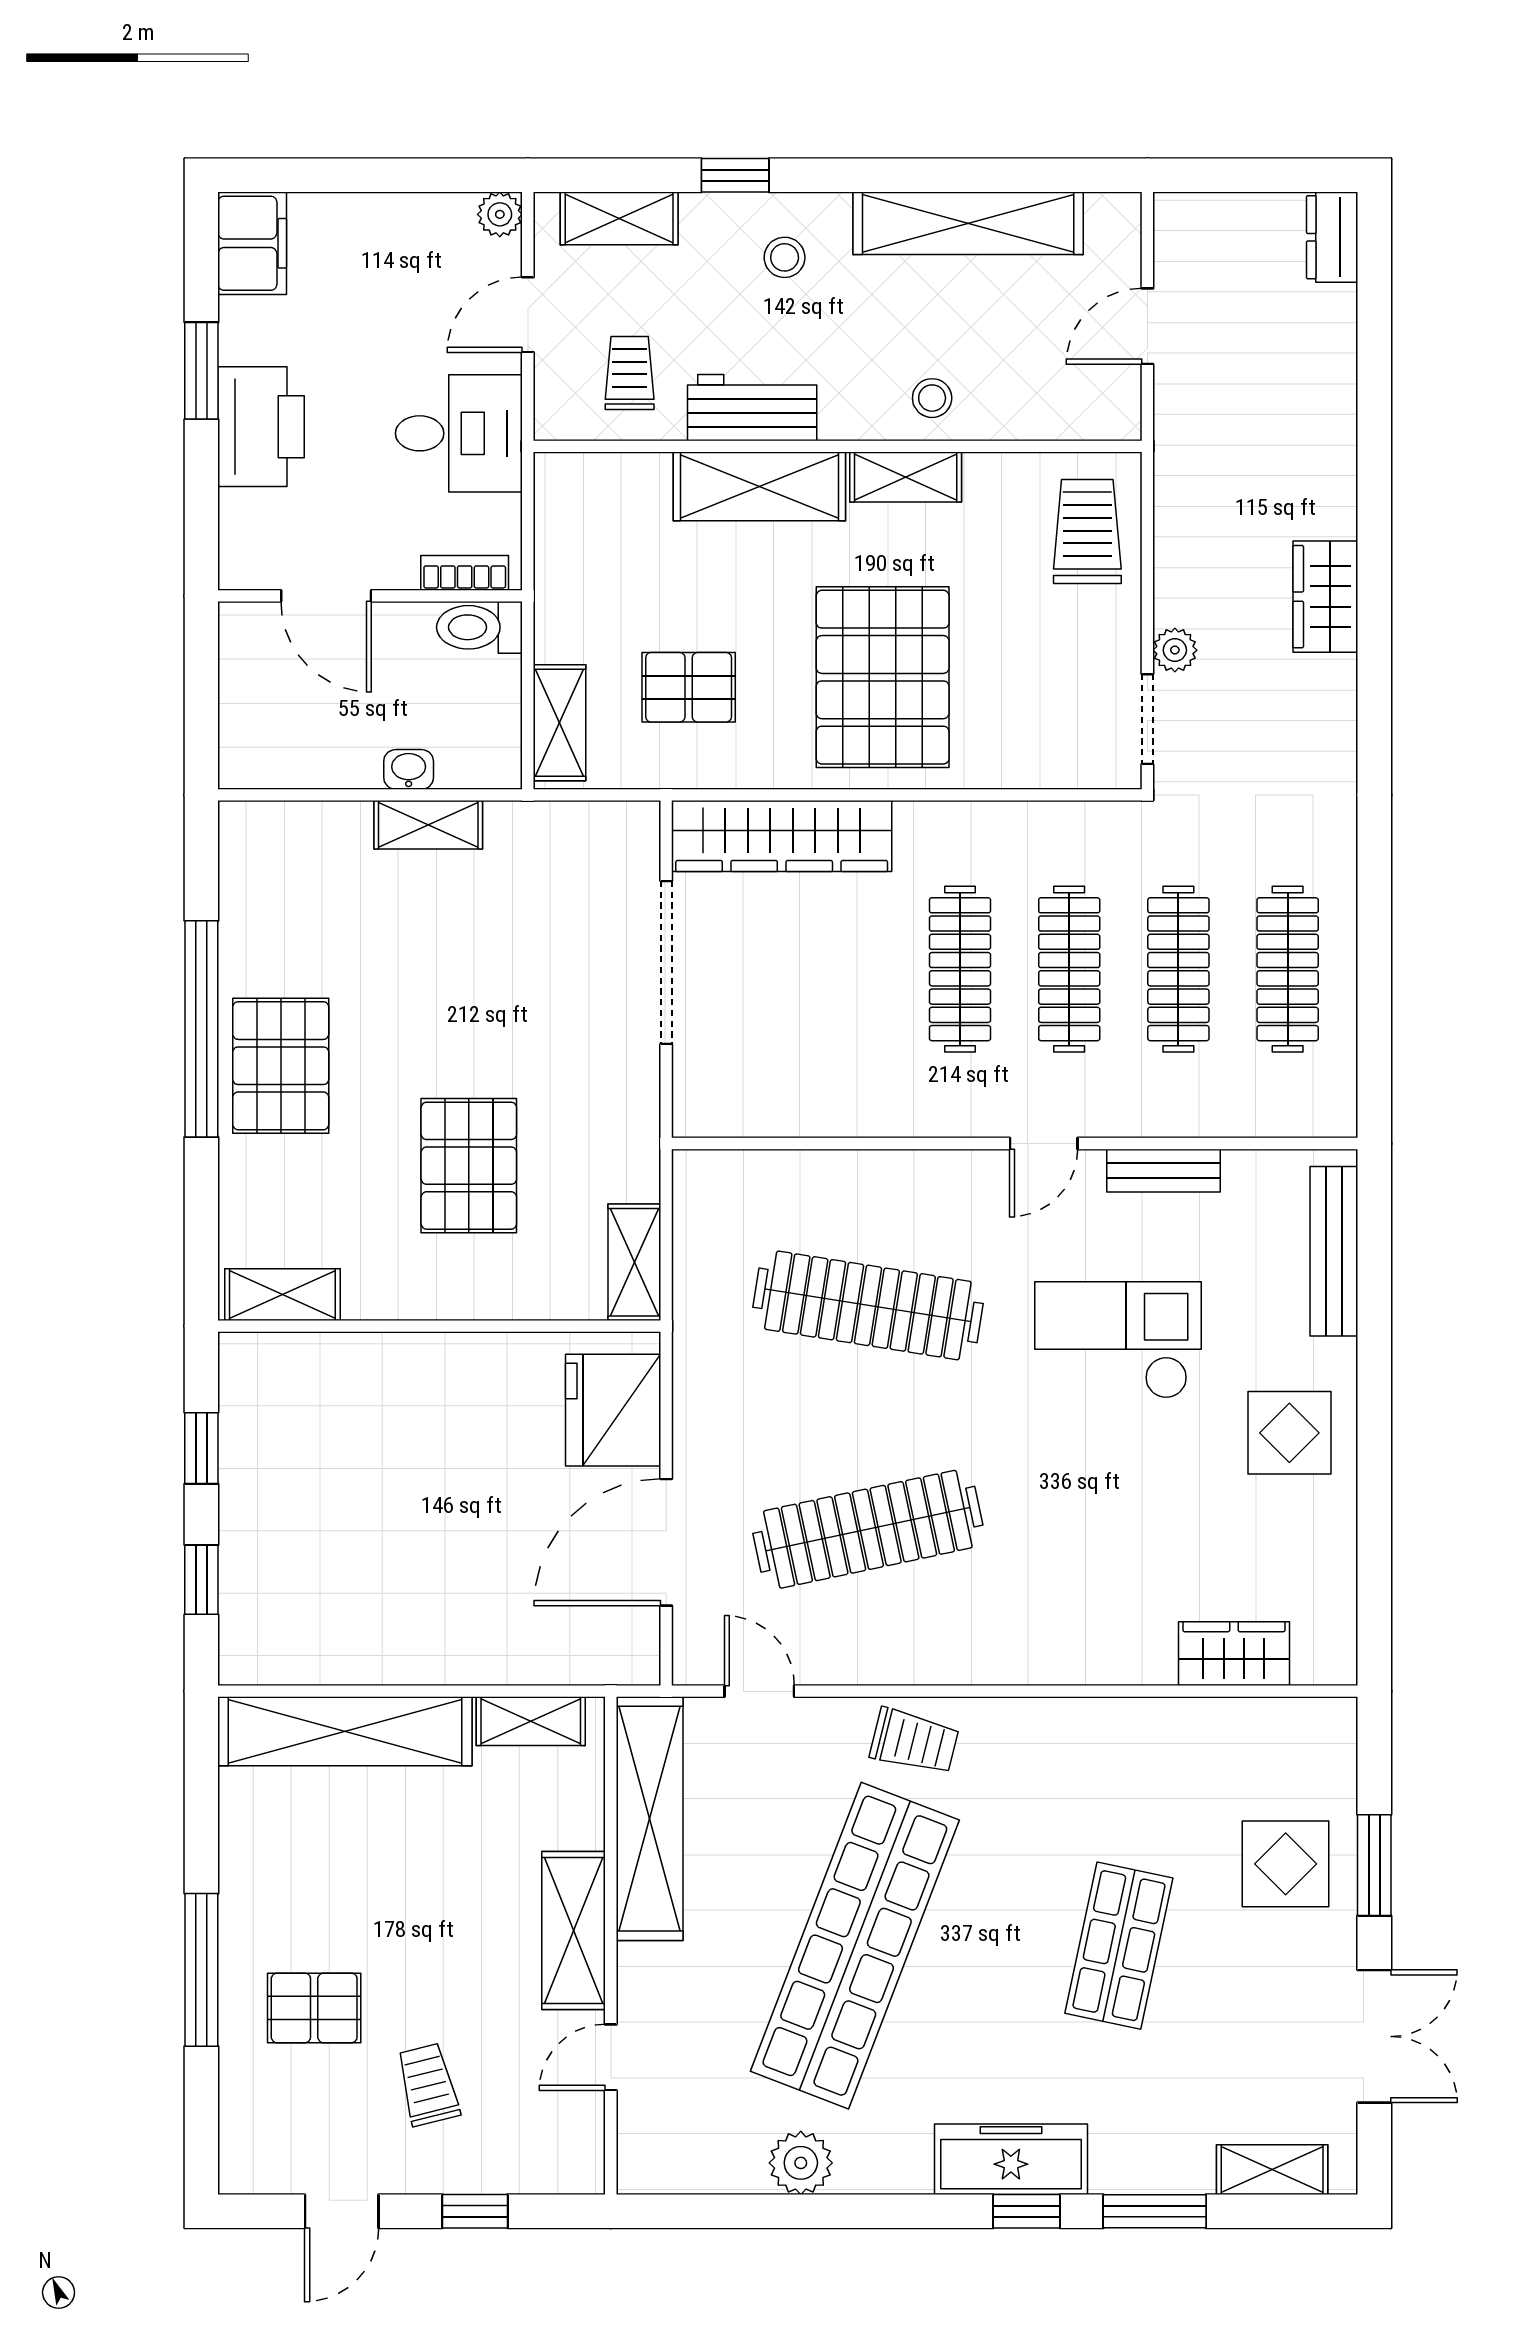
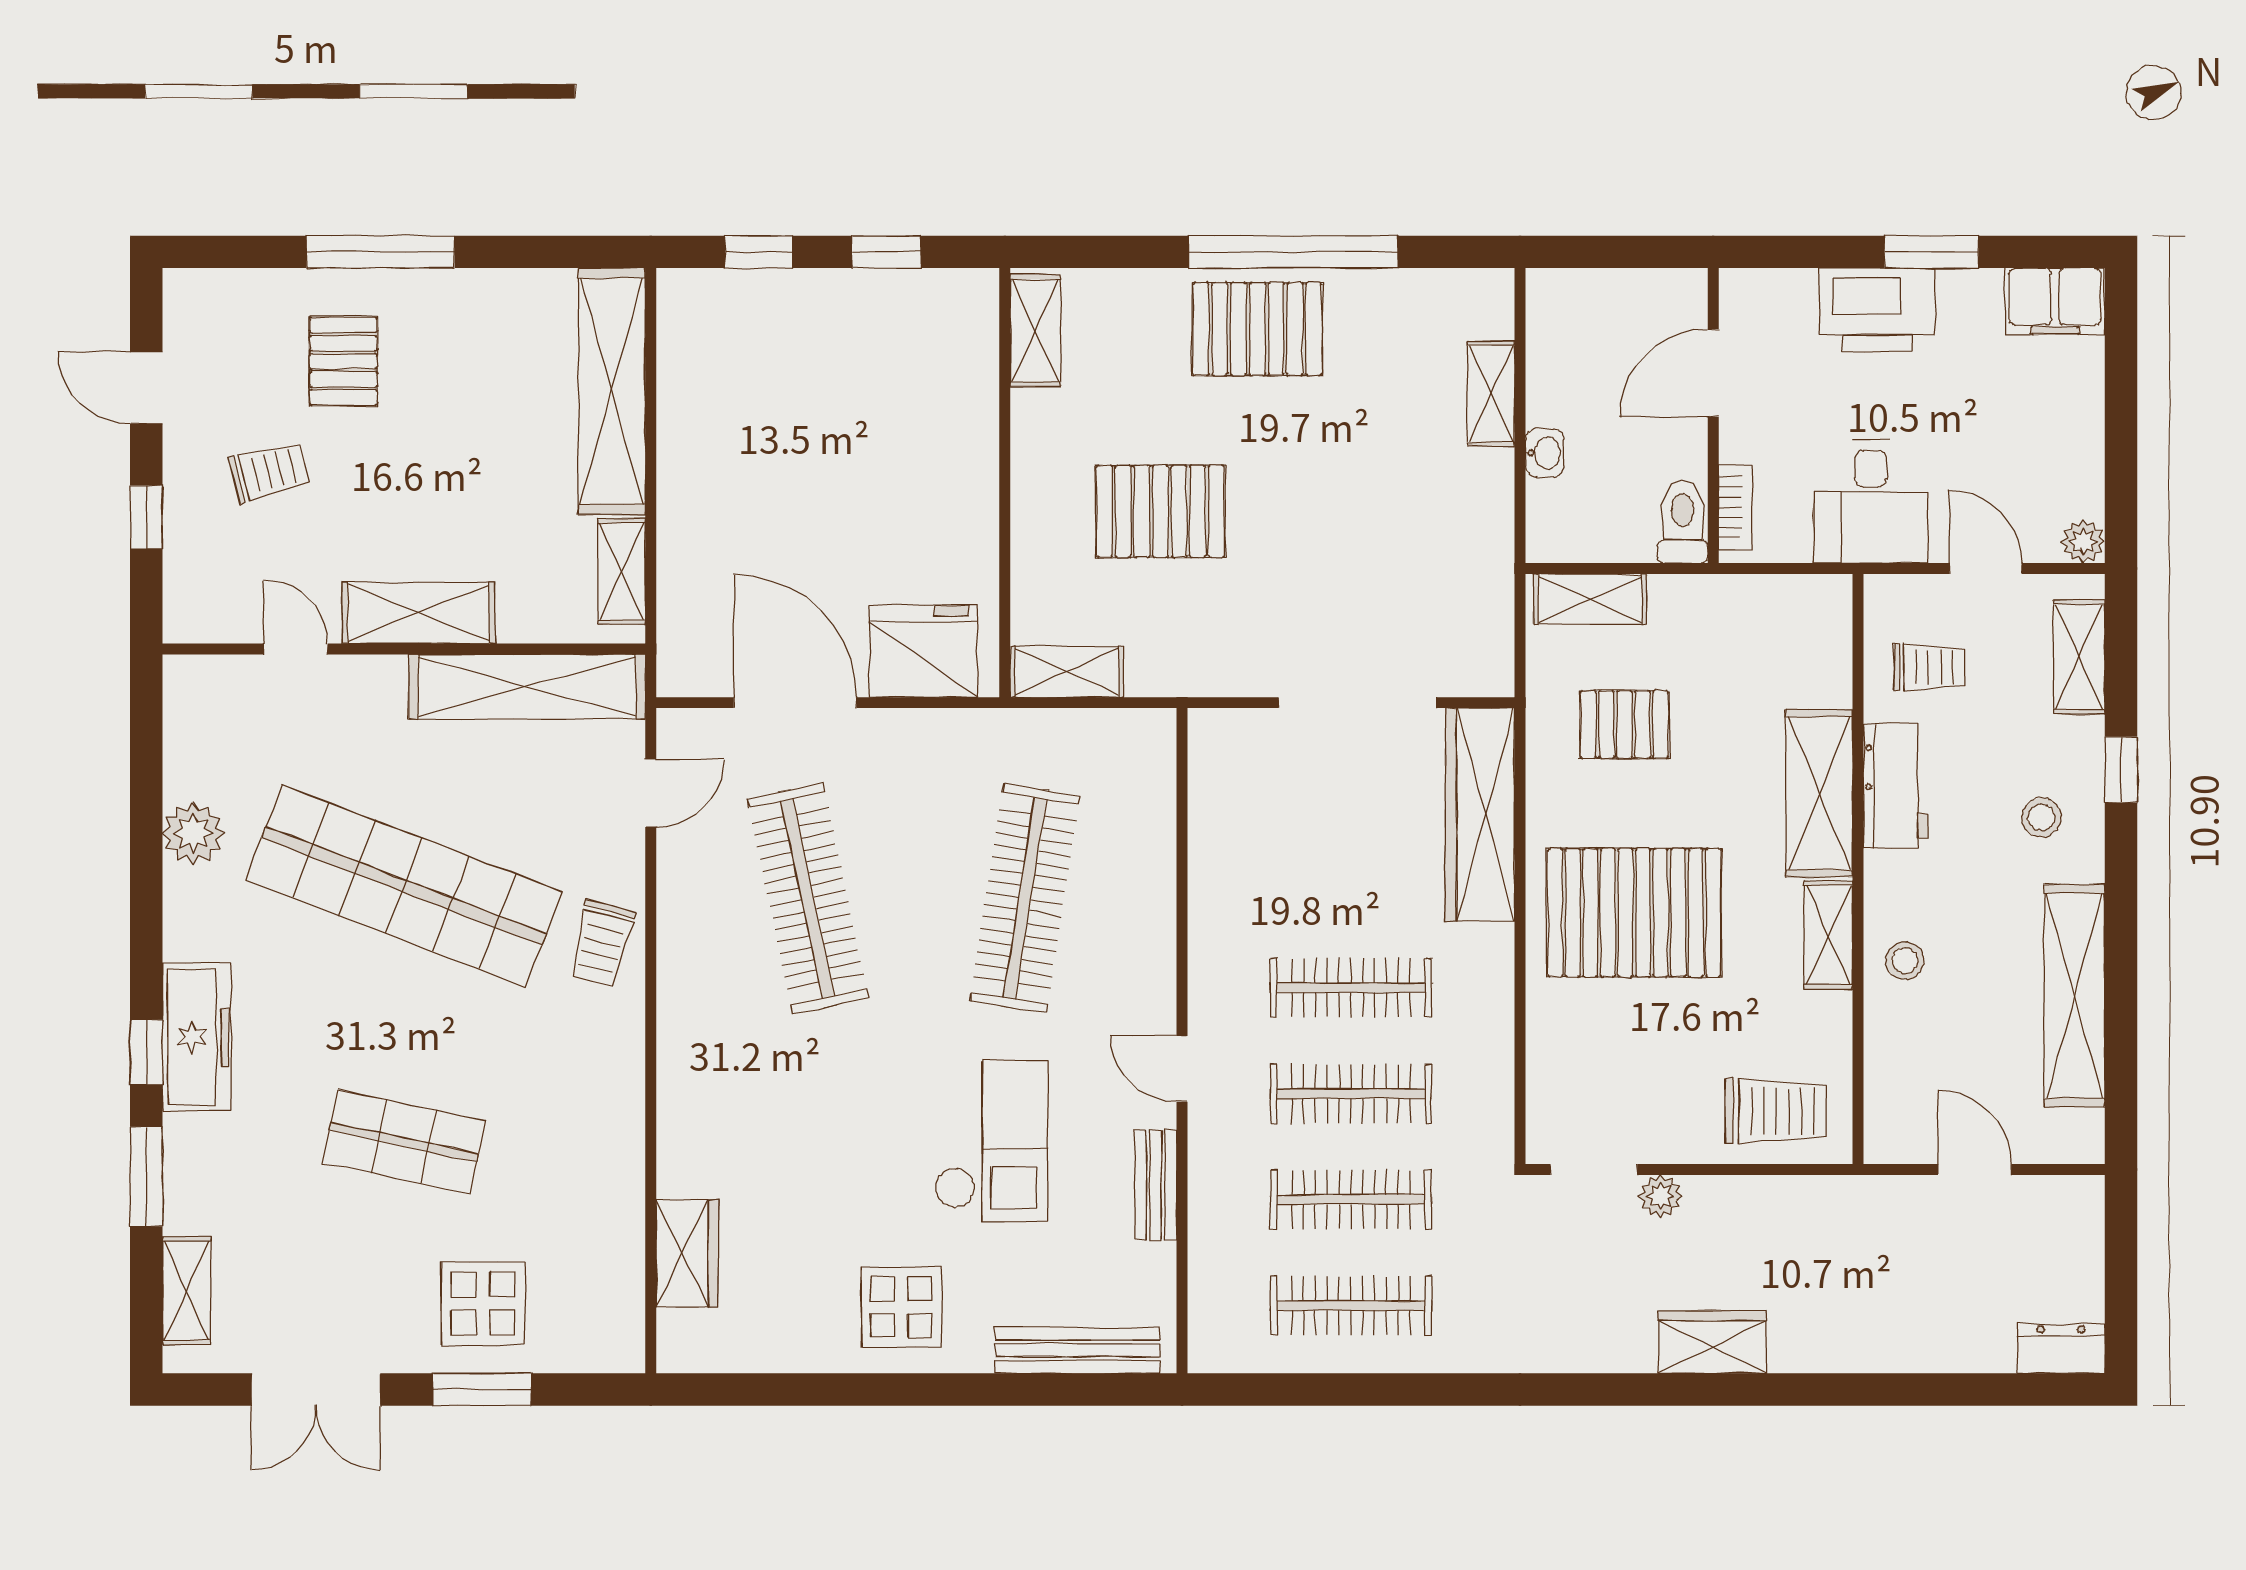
pallet: (689, 687) -> (1624, 725), turned 90
shelving: (428, 825) -> (1491, 394), moved

